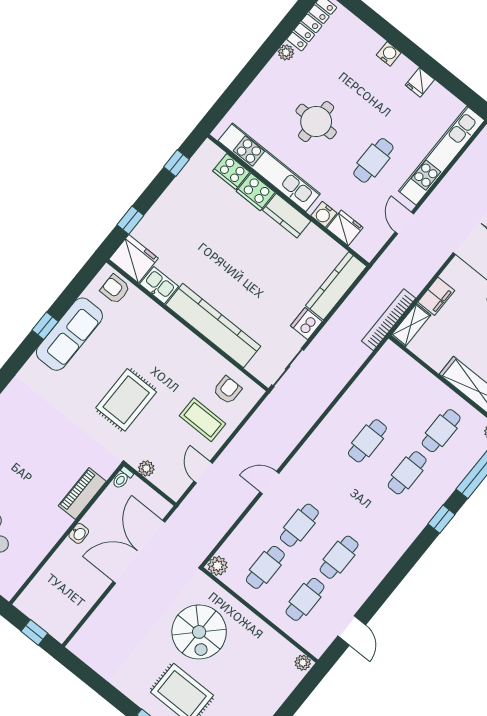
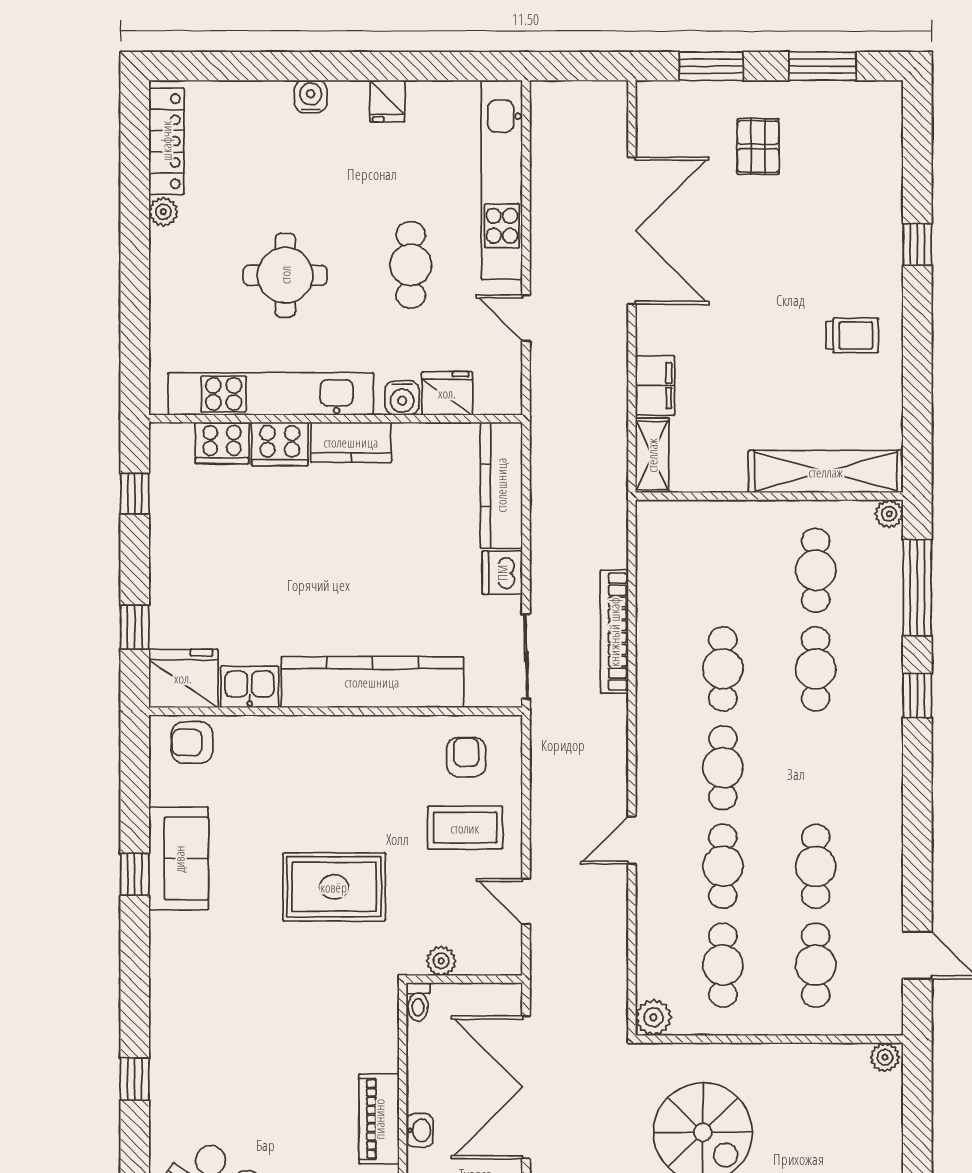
bookcase: (389, 320) -> (614, 632), moved
sofa: (69, 334) -> (179, 859), width x0.73
rug: (126, 400) -> (334, 887), turned 90
cafe table: (333, 483) -> (723, 768), added
piano: (82, 494) -> (379, 1119), moved

